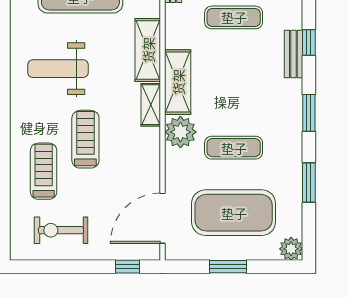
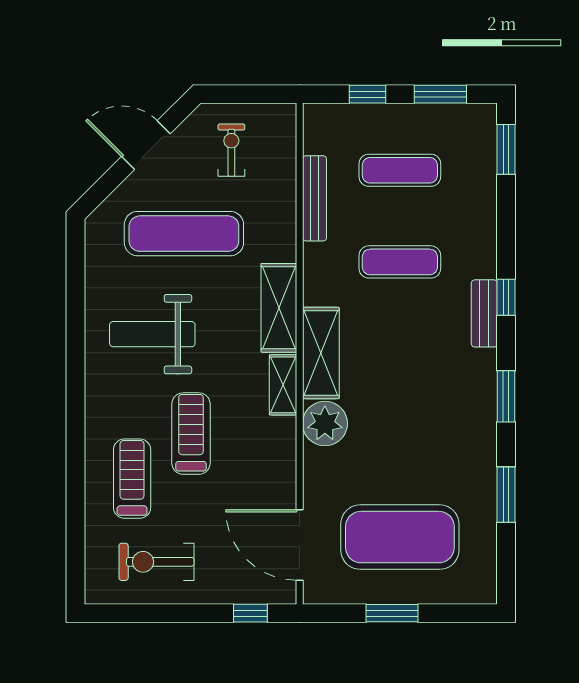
exercise mat: (234, 148) -> (400, 445), removed
door: (162, 218) -> (300, 545), hinge flipped
plant: (291, 249) -> (481, 588), removed

